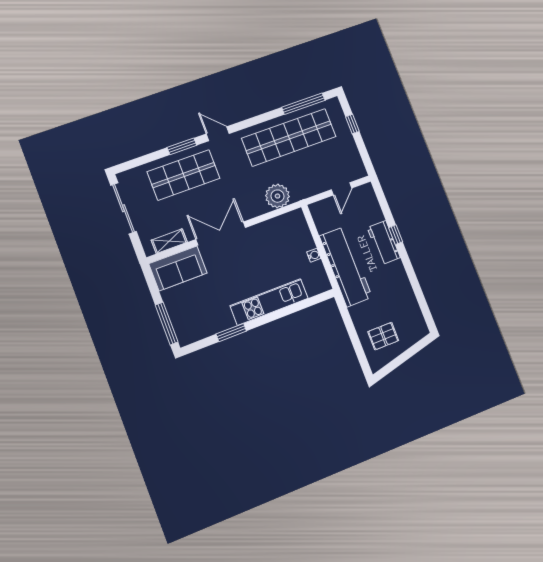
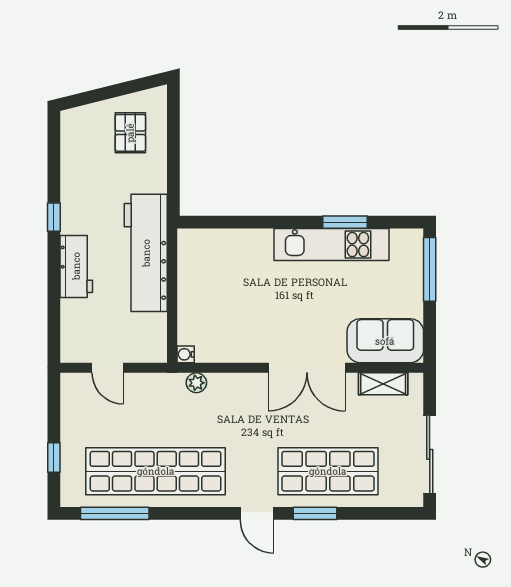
door: (341, 189) -> (108, 368), swing flipped
plant: (277, 196) -> (196, 383), width x0.53, depth x0.53
window: (396, 235) -> (54, 217), moved
water cooler: (314, 255) -> (186, 354), moved
kitchen unit: (269, 302) -> (332, 245), moved
pallet: (383, 336) -> (130, 133), turned 90

